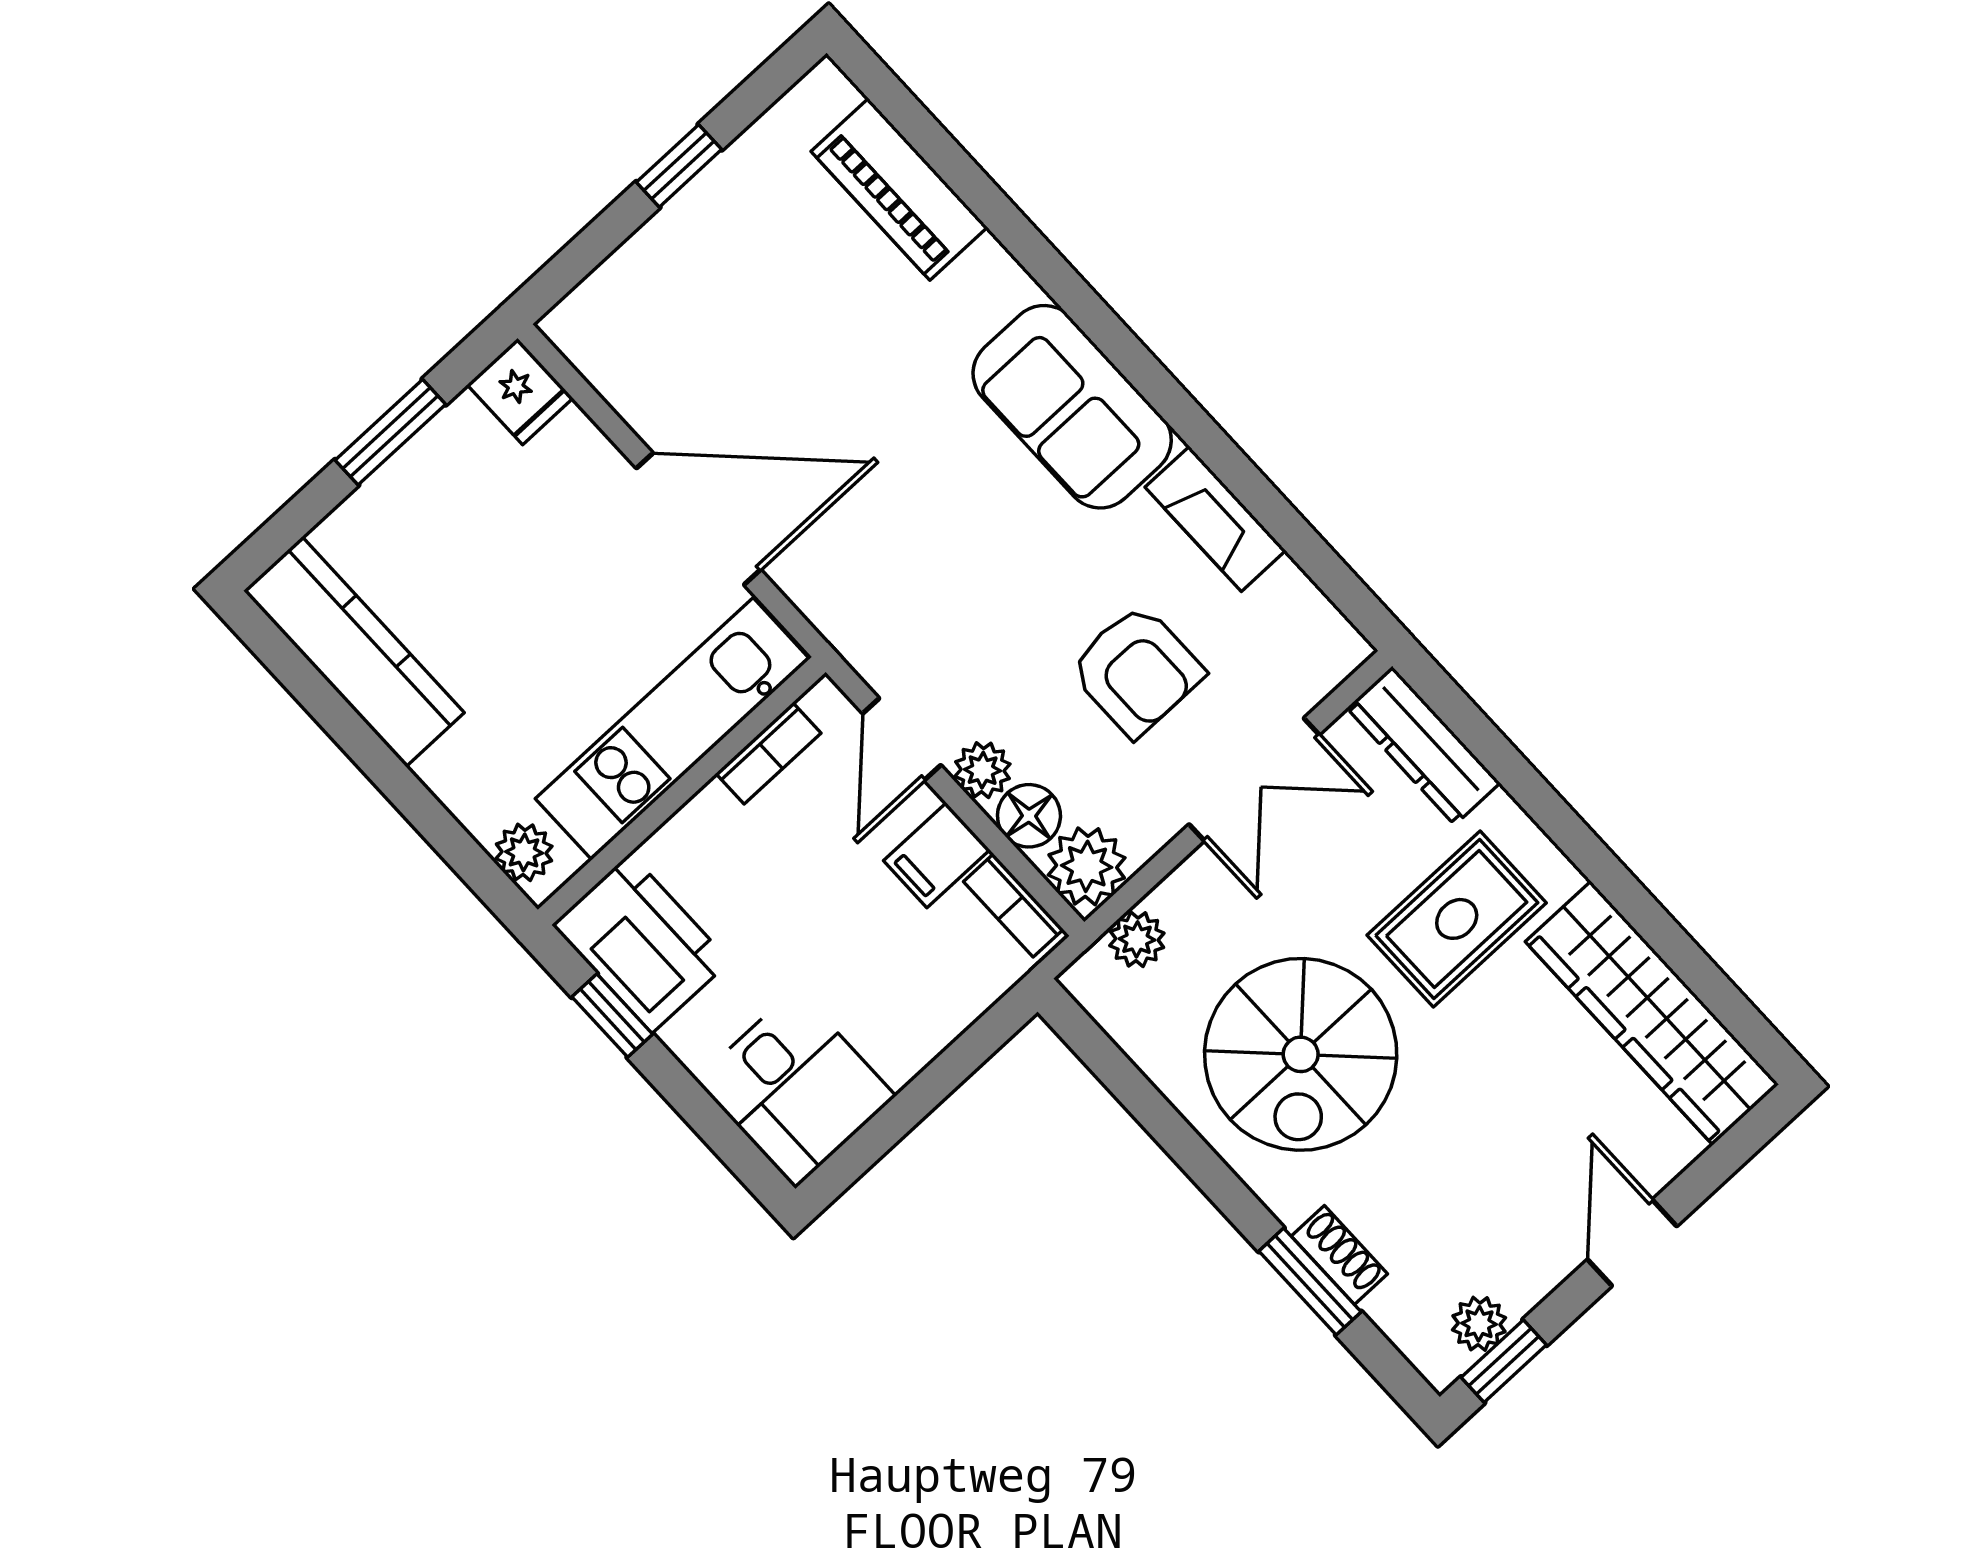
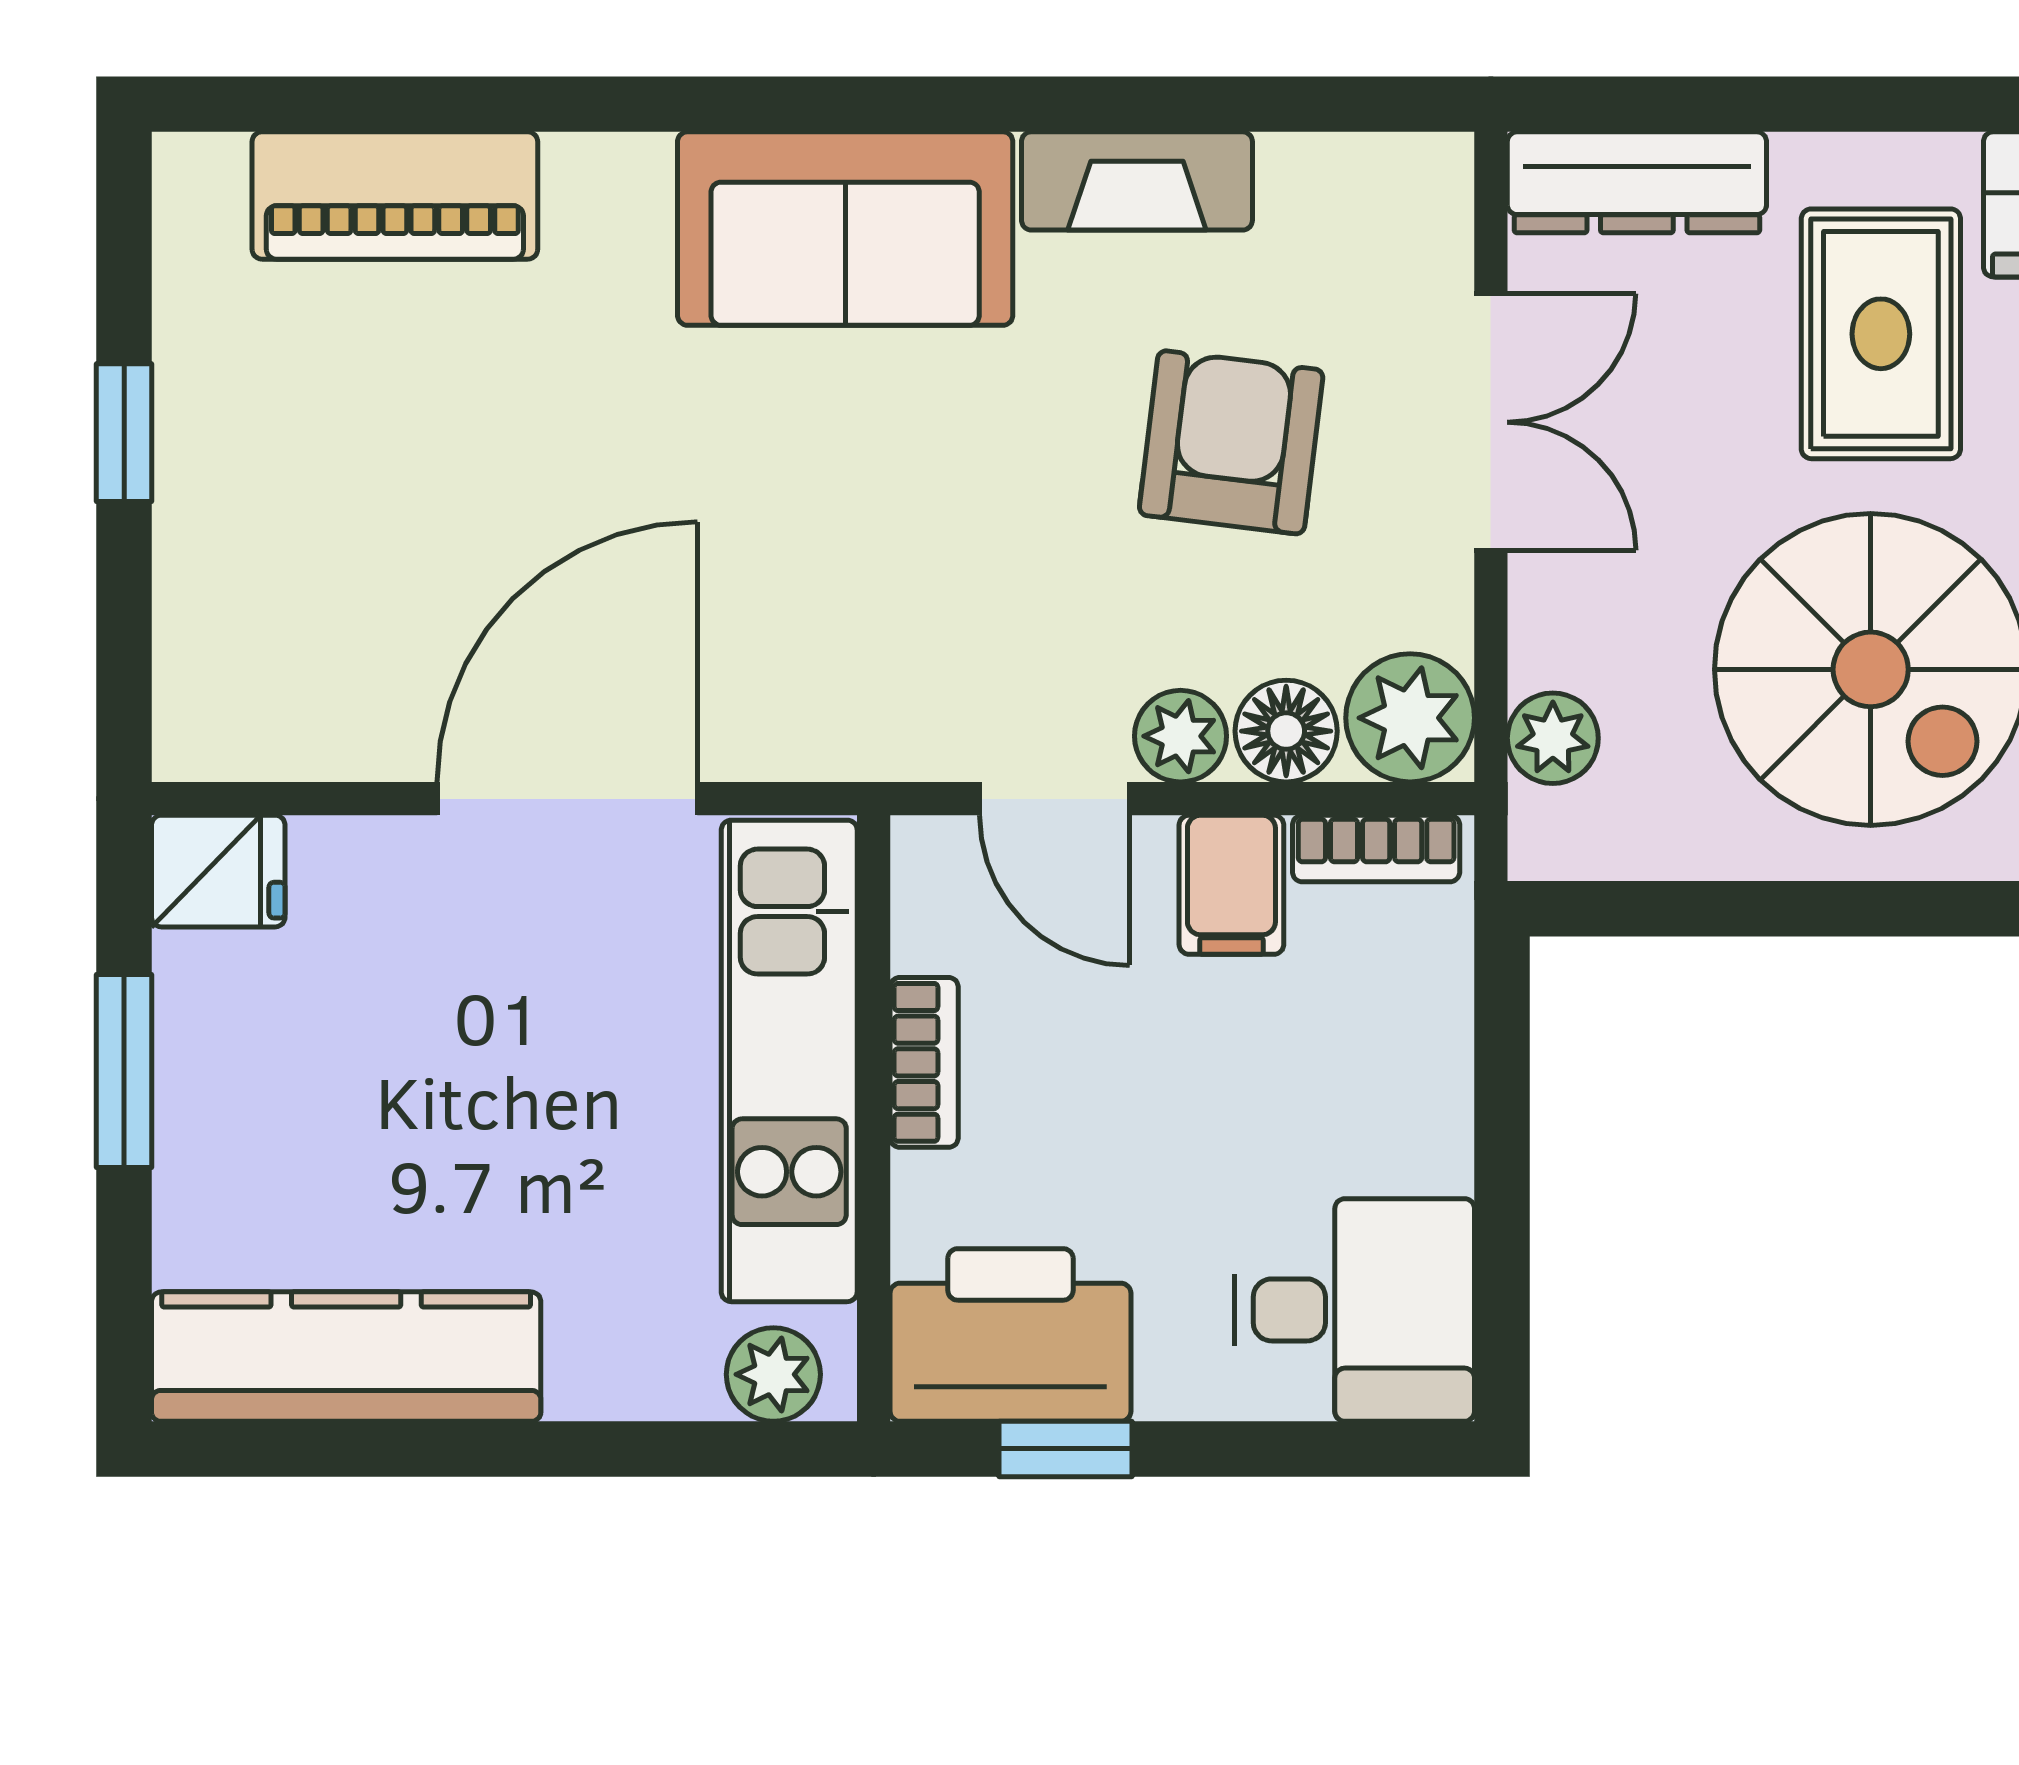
armchair: (1137, 670) -> (1231, 442), turned -83
bookcase: (768, 753) -> (924, 1062), moved

